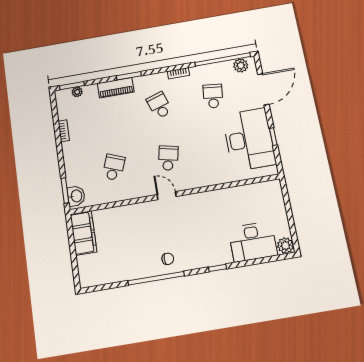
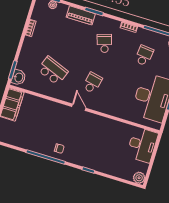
school desk: (114, 167) -> (53, 71), width x1.85
desk: (253, 242) -> (142, 145), moved, turned -90

